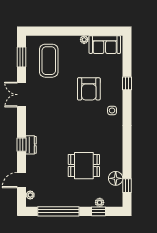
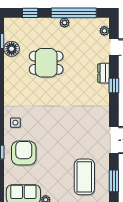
armchair: (89, 89) -> (24, 153), moved
dresser: (31, 145) -> (104, 73), moved
plant: (100, 202) -> (65, 23), moved

